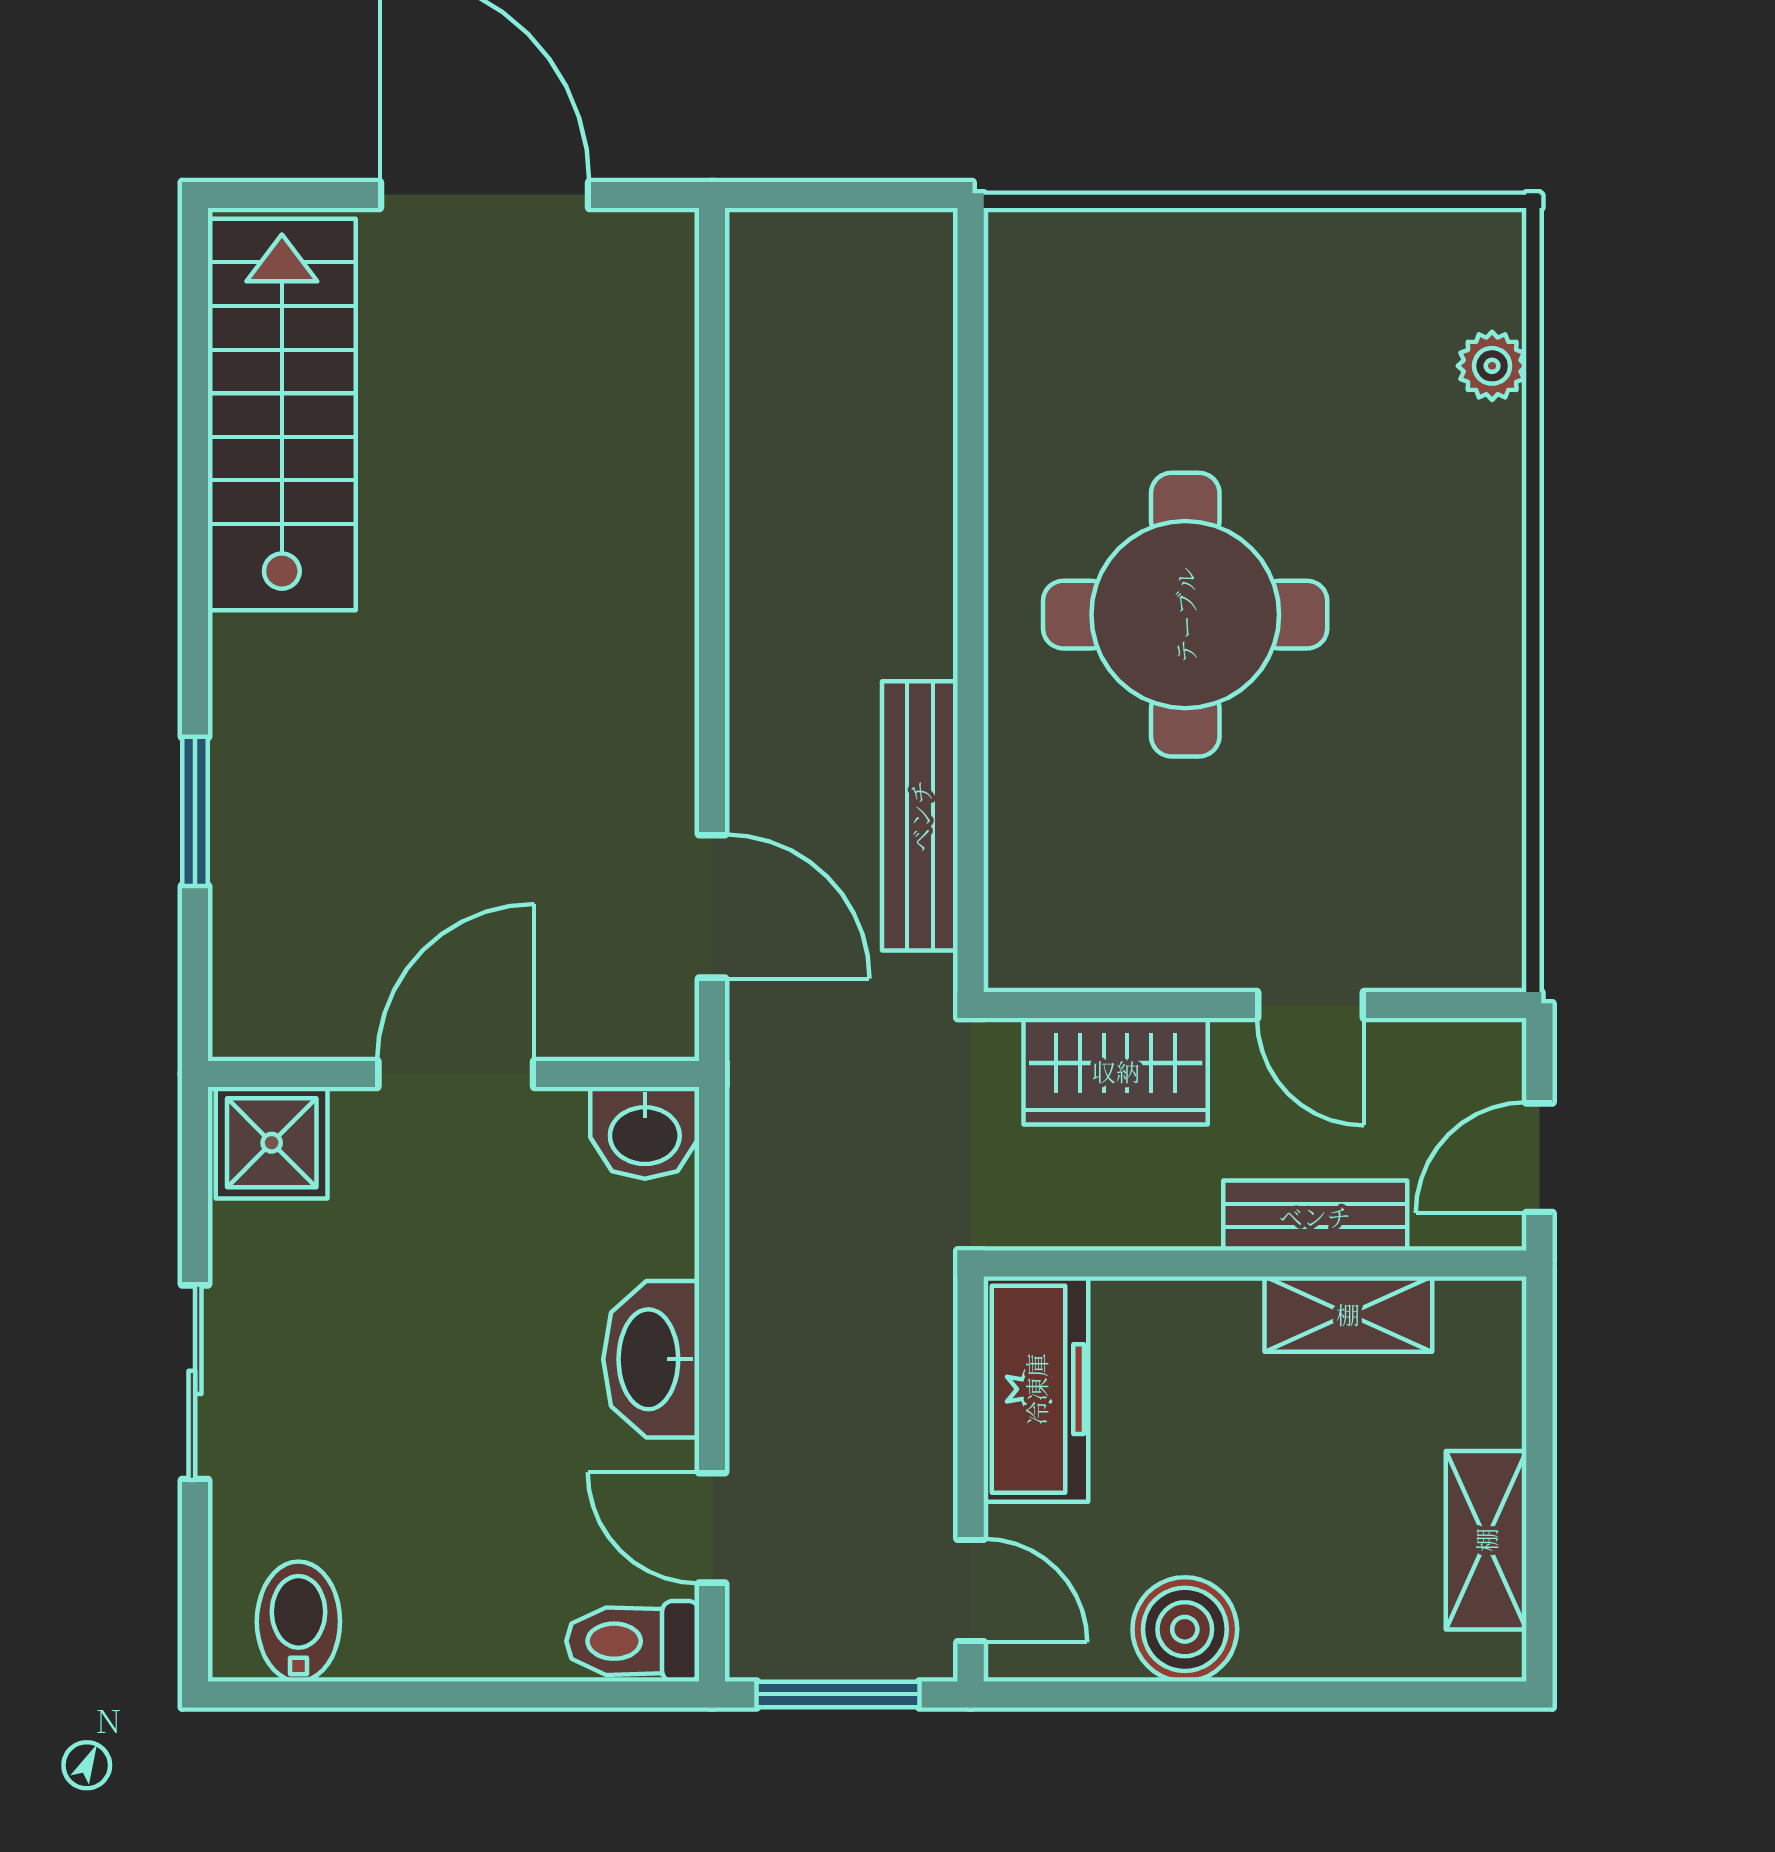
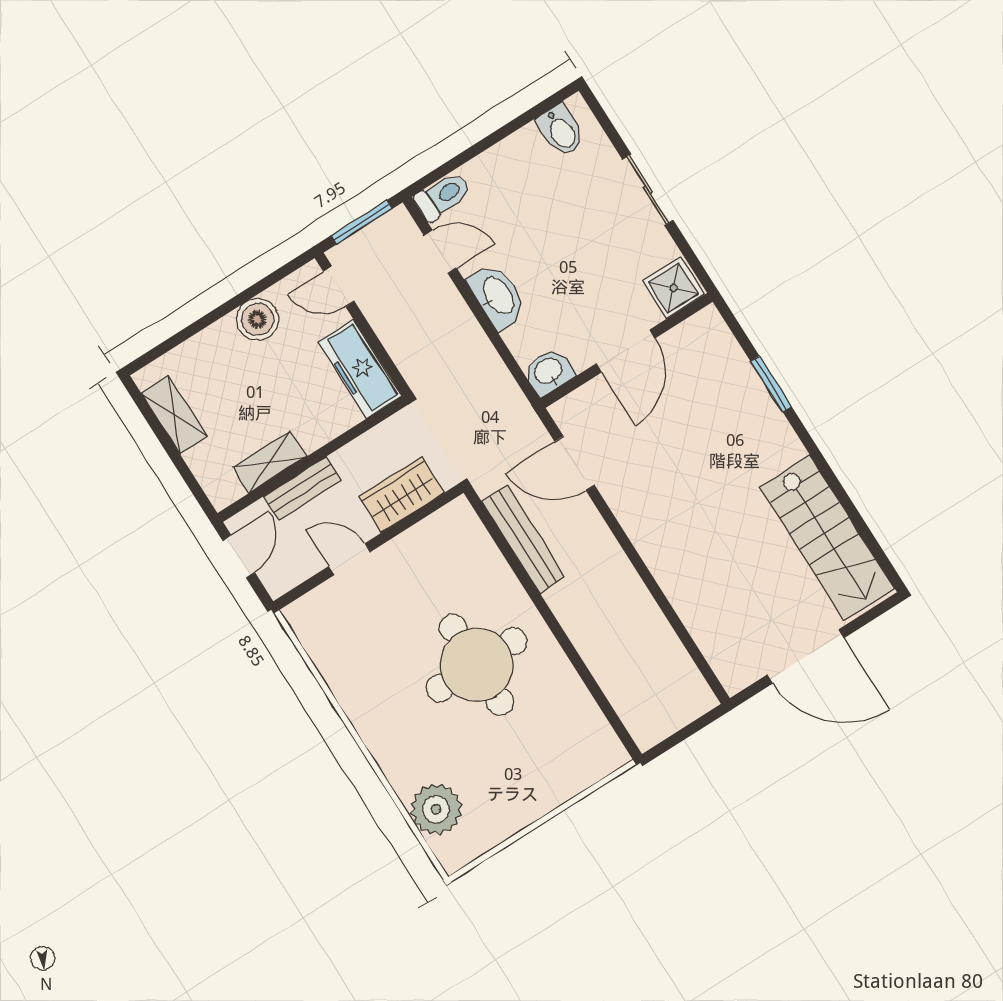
plant: (1492, 366) -> (436, 809), width x1.88, depth x1.88

